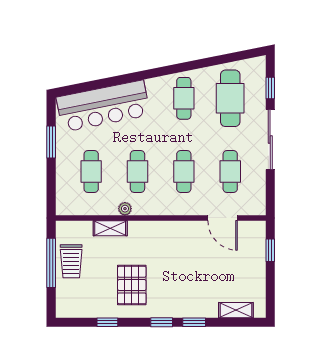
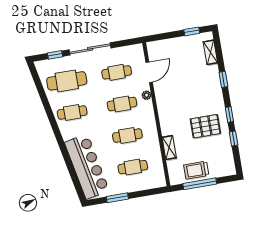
plant: (125, 209) -> (147, 95), moved
window: (270, 250) -> (192, 31), moved
trolley: (71, 261) -> (196, 170), turned 180
window: (162, 322) -> (229, 115), moved

